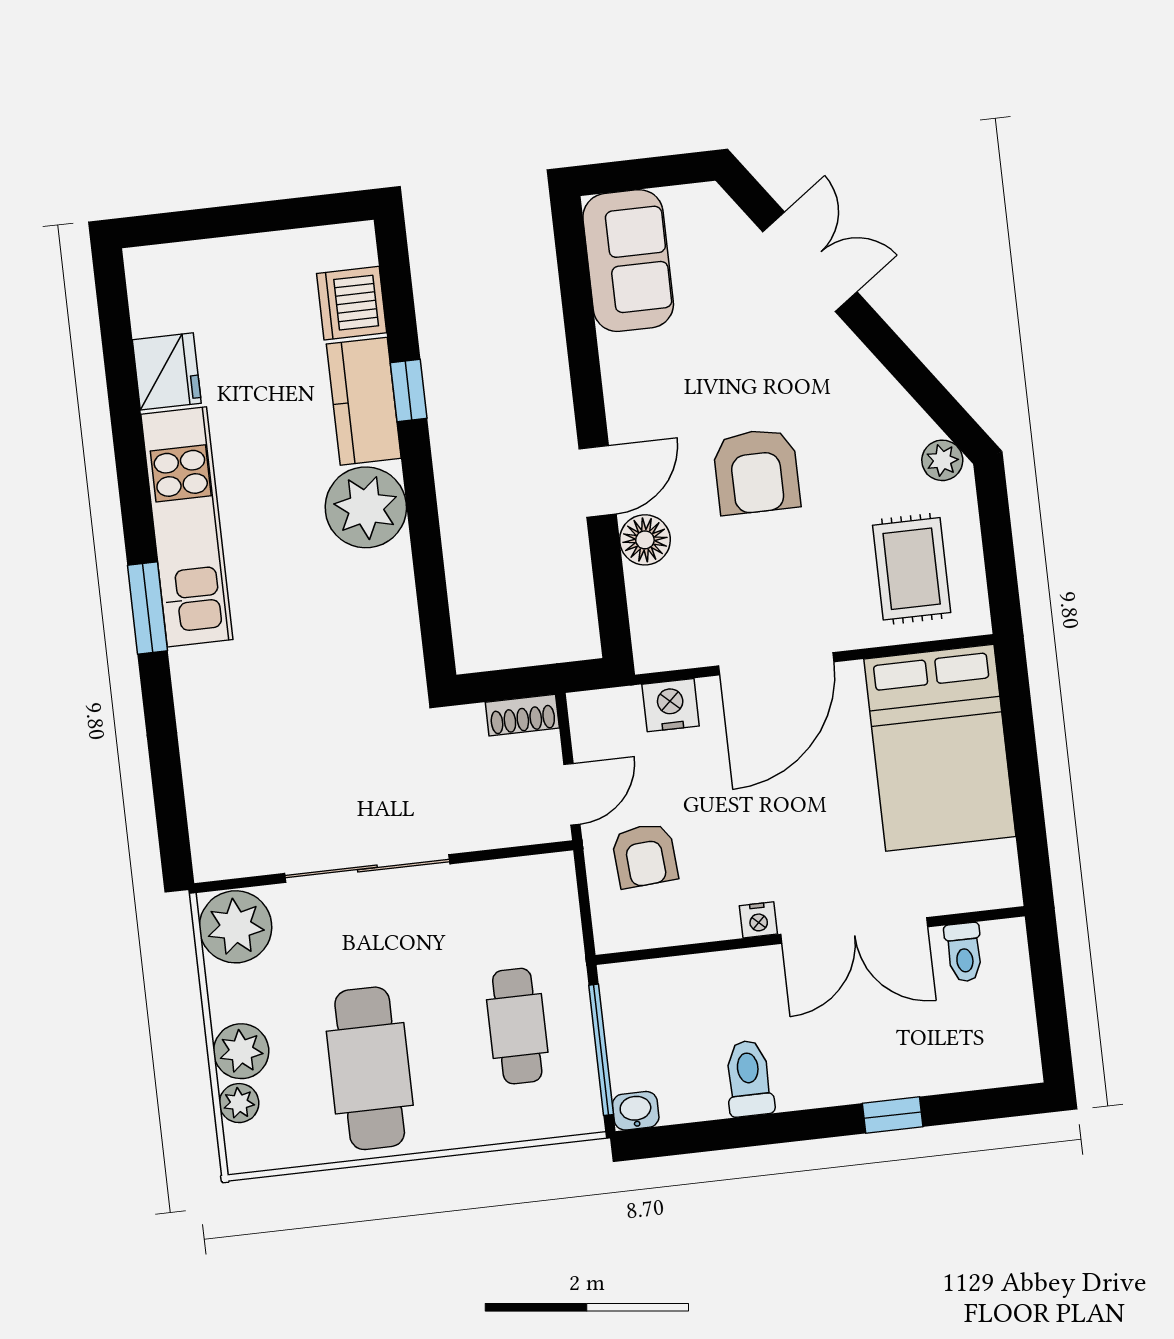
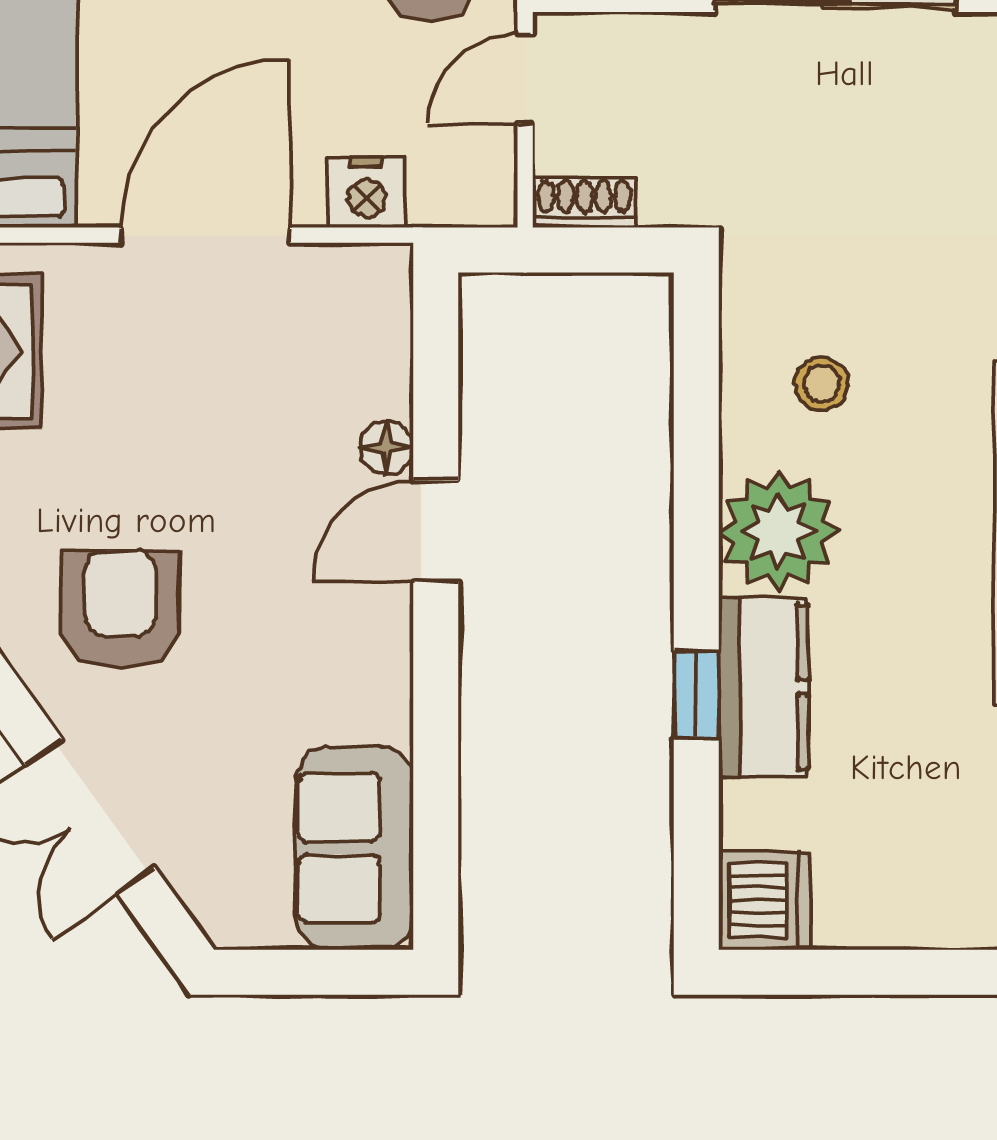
dishwasher: (352, 303) -> (765, 900), moved
armchair: (756, 471) -> (120, 610), moved
floor lamp: (645, 540) -> (386, 448), width x0.73, depth x0.73
stool: (348, 611) -> (822, 384), added

